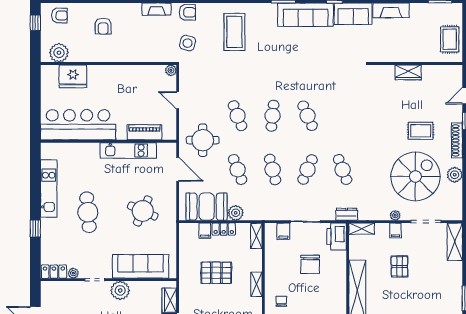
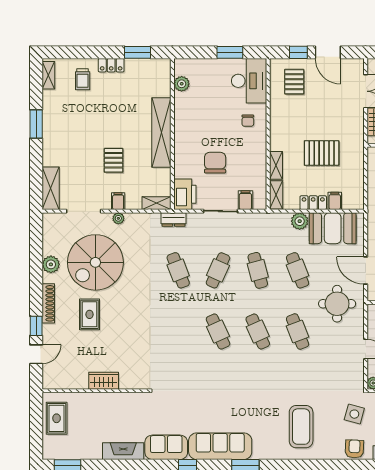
armchair: (187, 12) -> (354, 449), turned 92
cafe table: (273, 116) -> (258, 331), turned -30
rug: (421, 131) -> (90, 314), turned 90
shelving: (256, 284) -> (276, 165), moved

